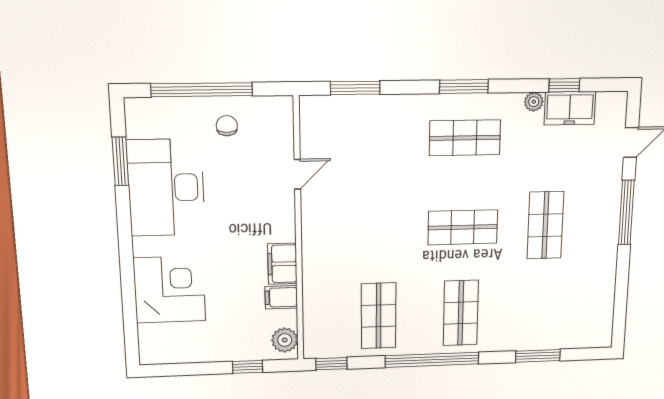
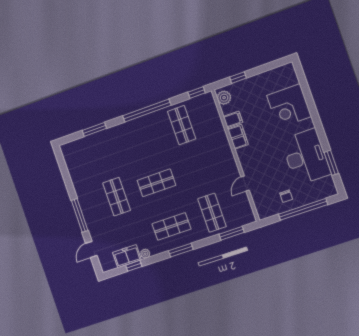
shop shelf: (461, 313) -> (212, 213), moved

